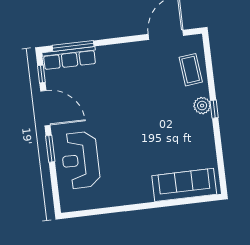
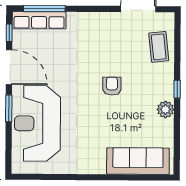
plant: (202, 106) -> (165, 109), moved
armchair: (149, 114) -> (112, 86), added
reception desk: (80, 160) -> (37, 123), width x1.36, depth x1.30

